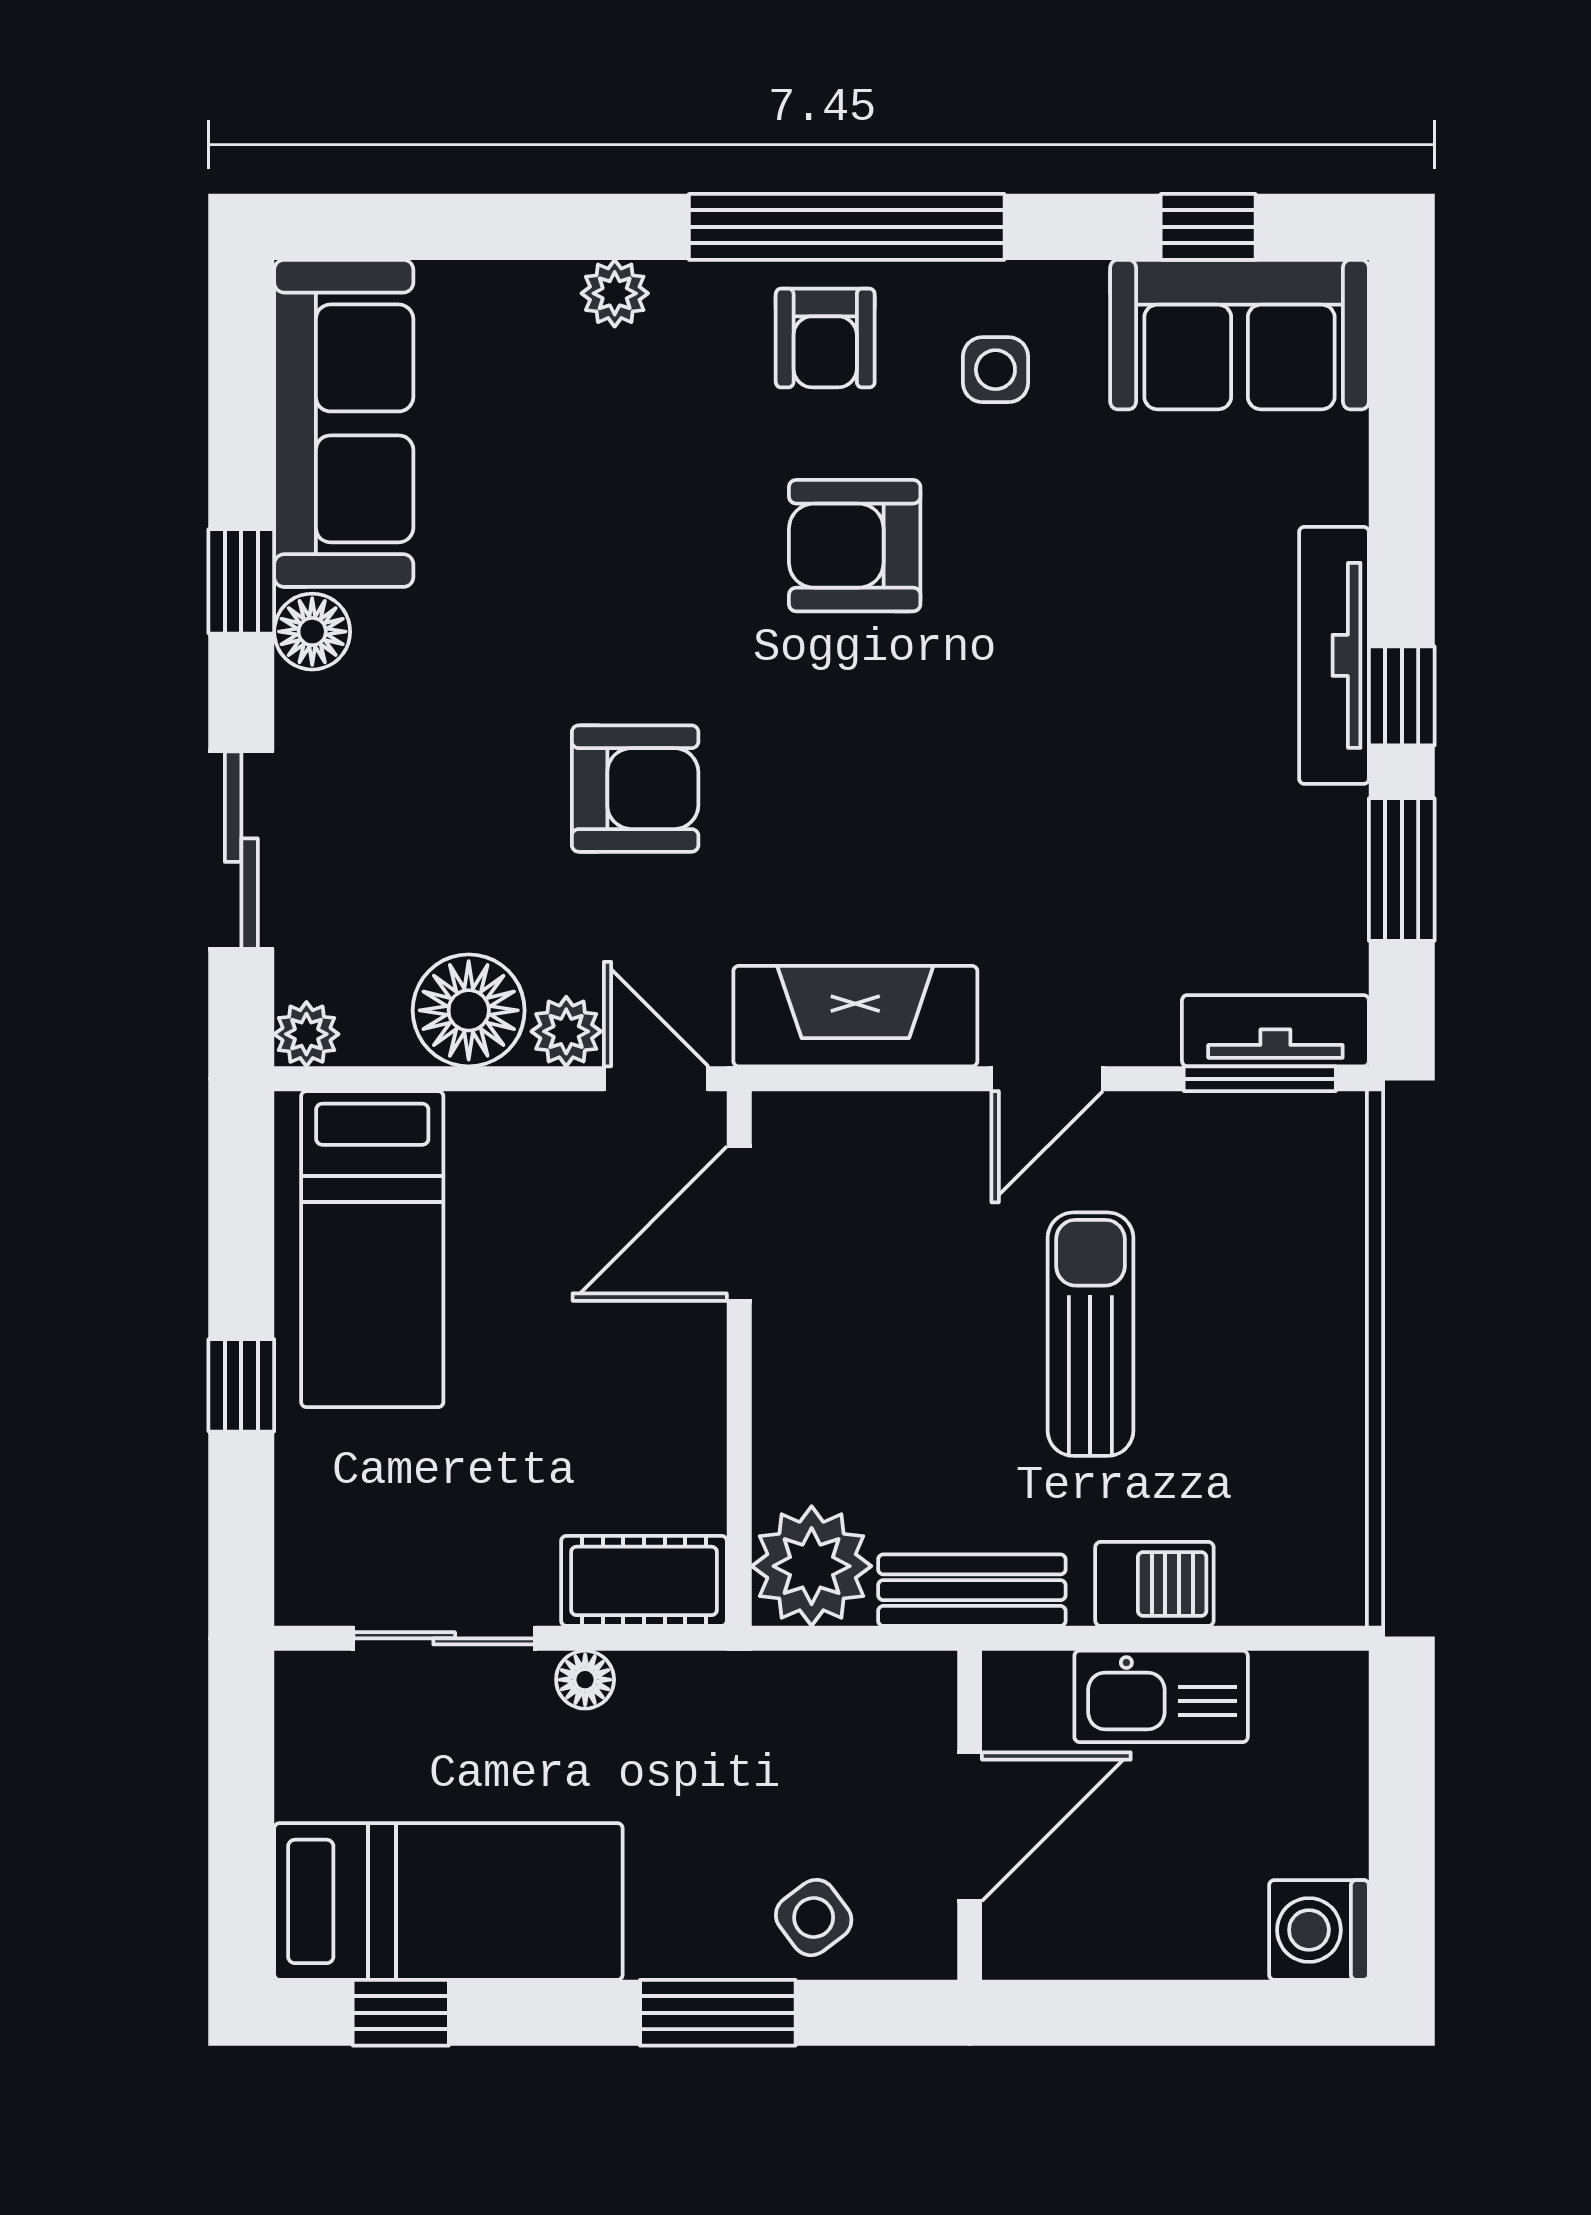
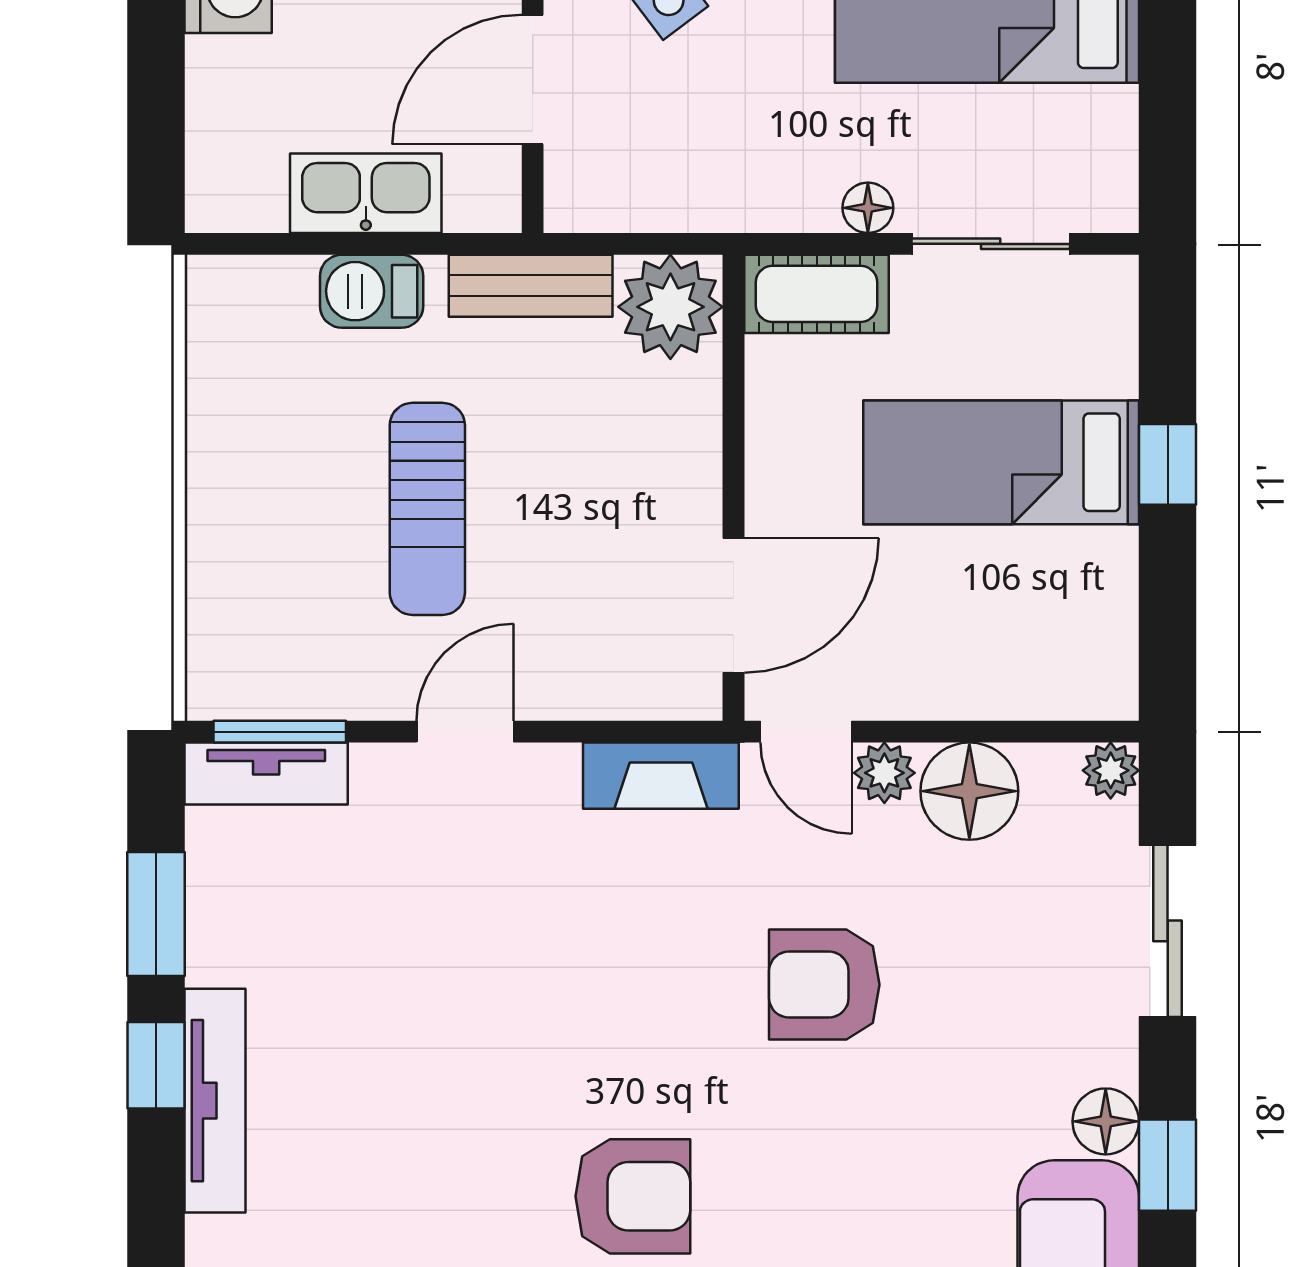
fireplace: (855, 1016) -> (661, 776), width x0.73, depth x0.76
bed: (372, 1249) -> (1001, 462), moved, turned -90

